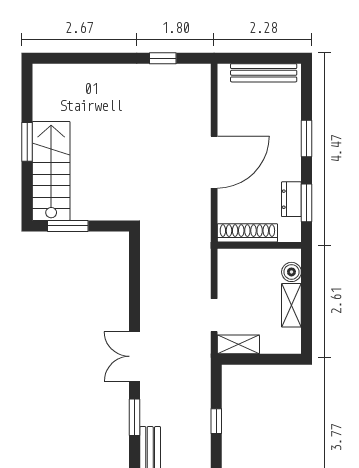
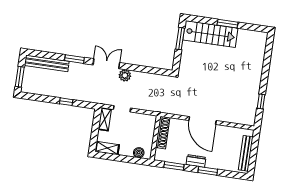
dresser: (291, 199) -> (196, 161), moved
shelving: (291, 305) -> (107, 148), moved
plant: (151, 319) -> (125, 75), added

